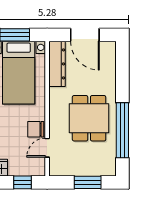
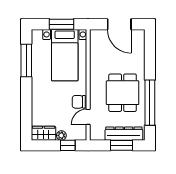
dresser: (57, 64) -> (124, 134), moved, turned -90
plant: (15, 170) -> (61, 135), added

